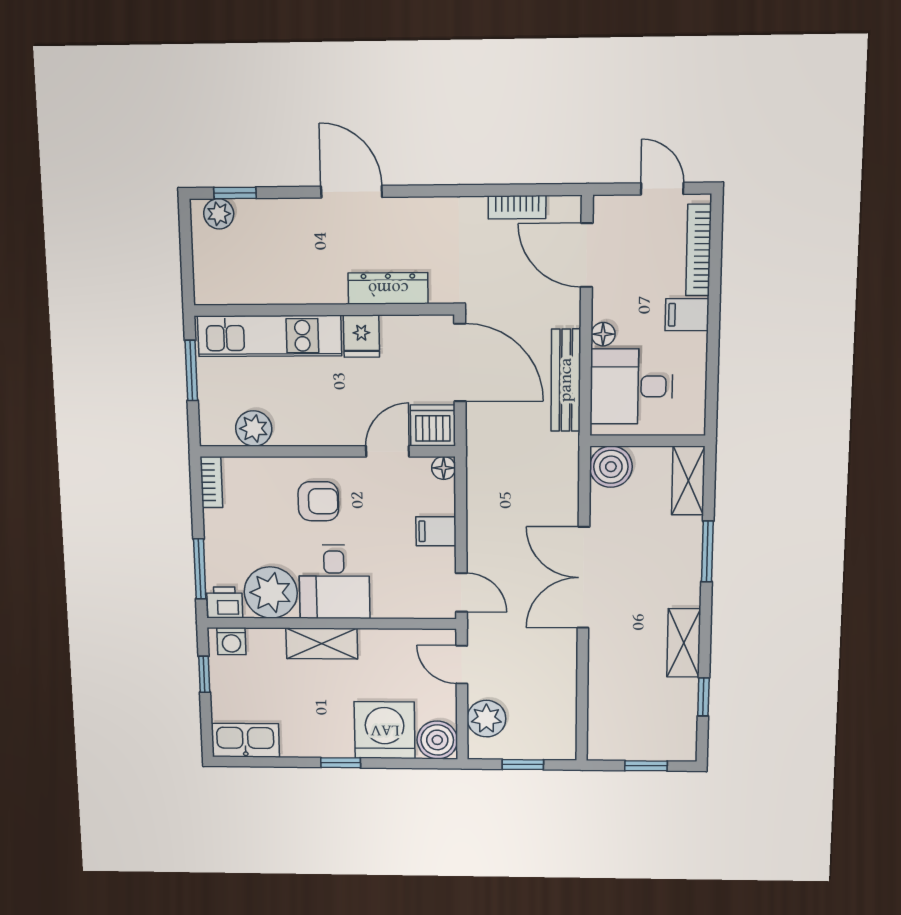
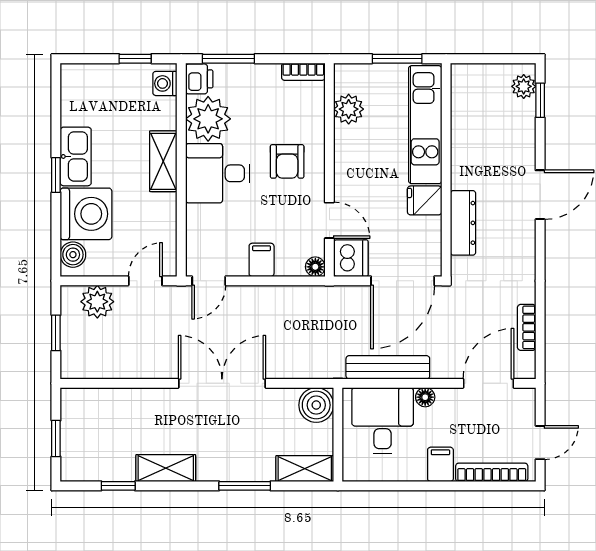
kitchen sink: (245, 740) -> (76, 156), moved
boiler: (437, 740) -> (73, 255), width x0.73, depth x0.73

